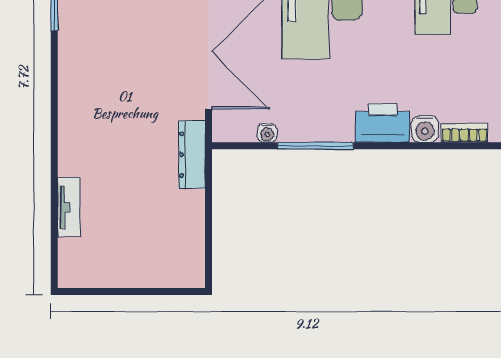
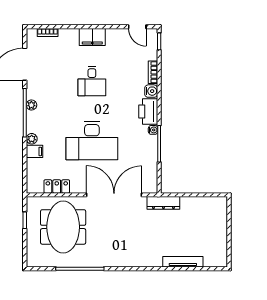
water cooler: (267, 133) -> (153, 130), moved
tv unit: (69, 207) -> (183, 262), width x1.41

